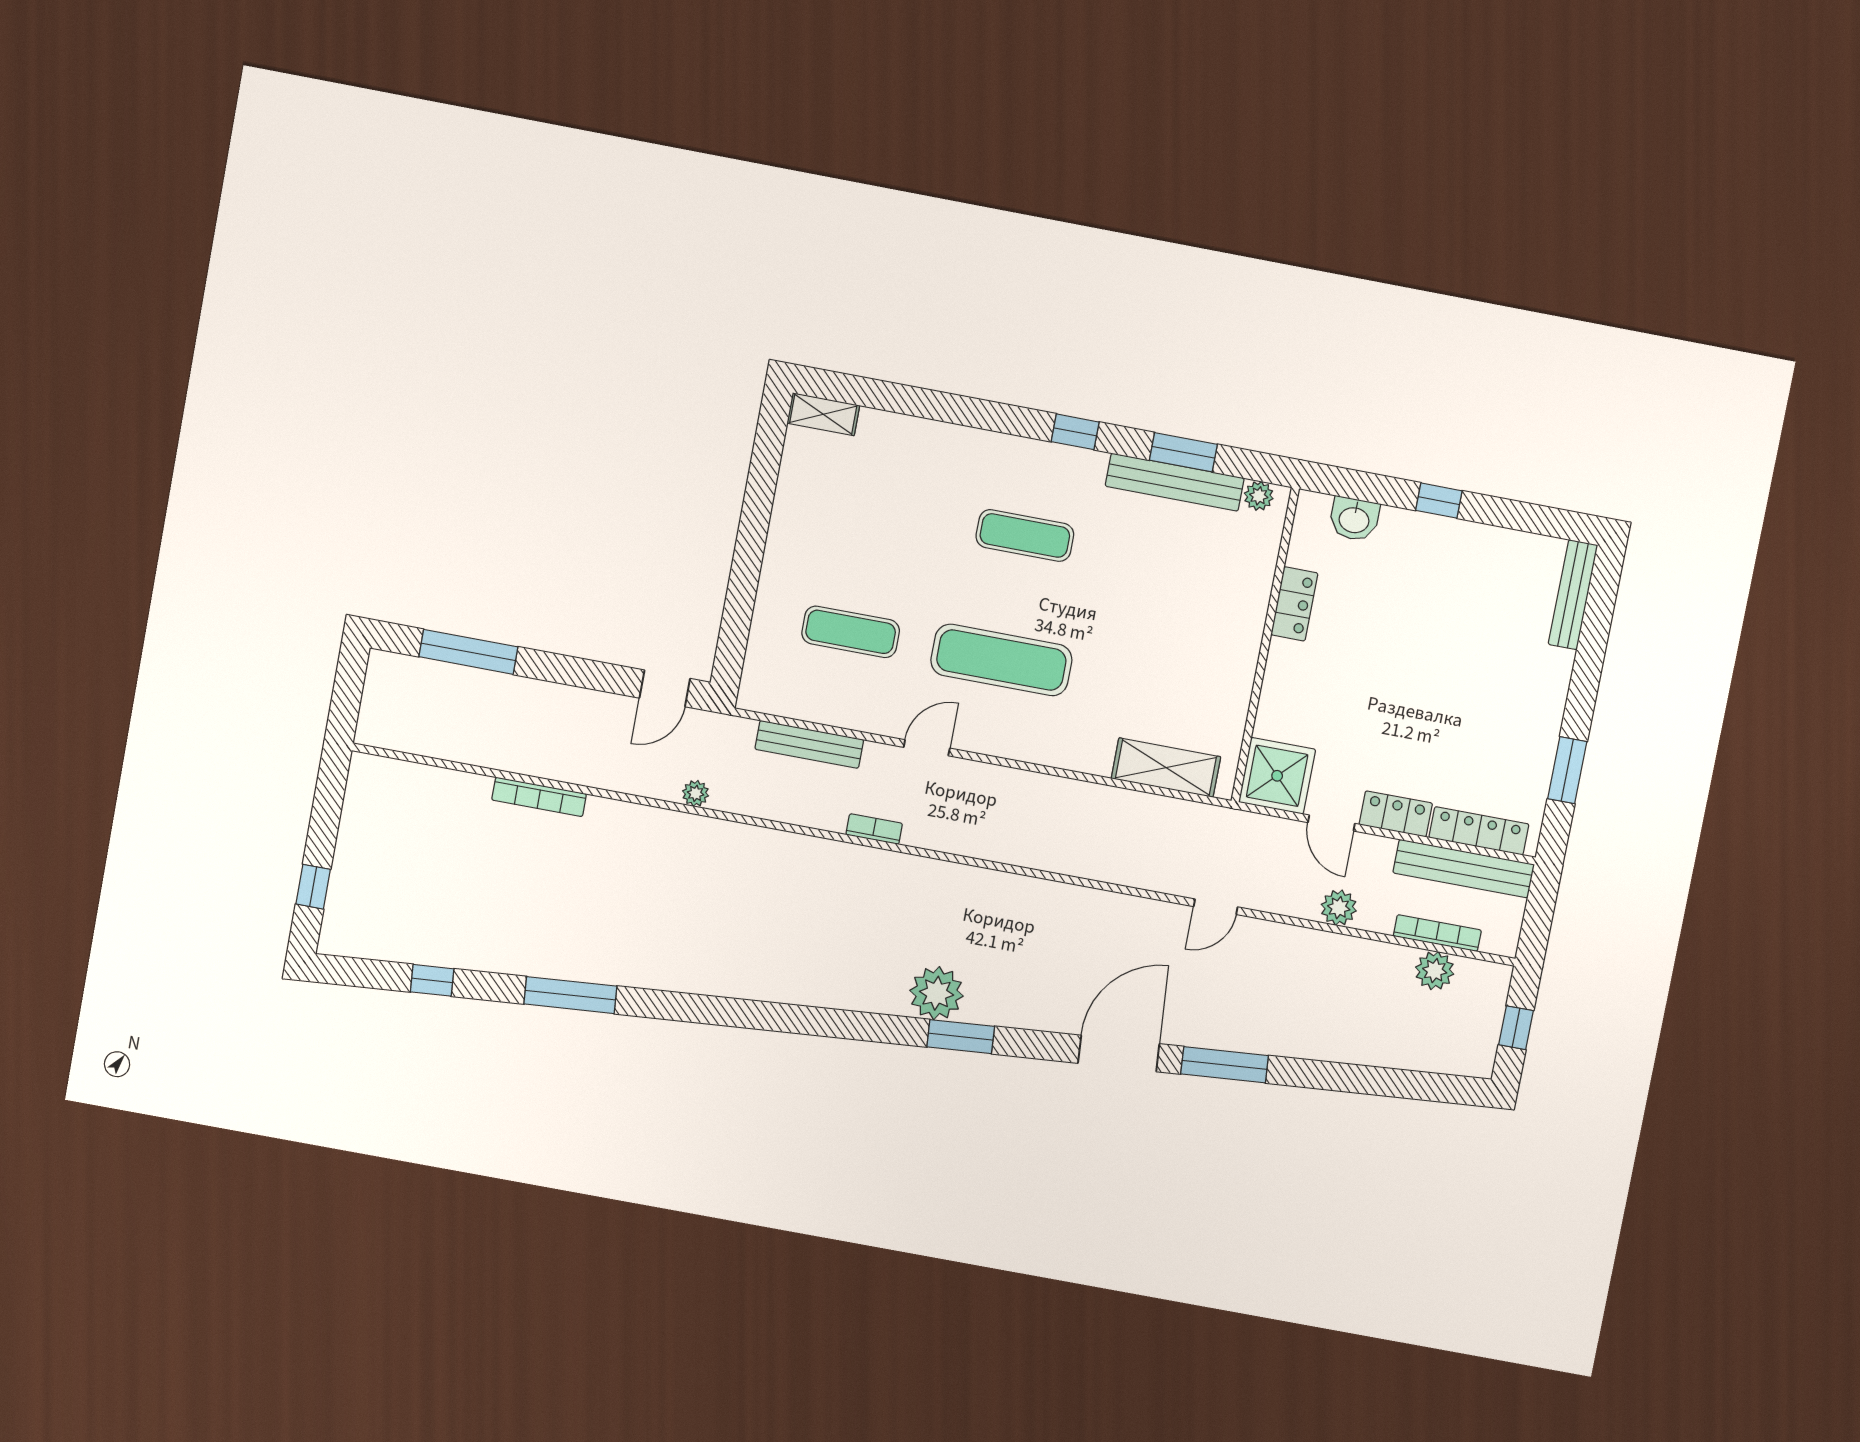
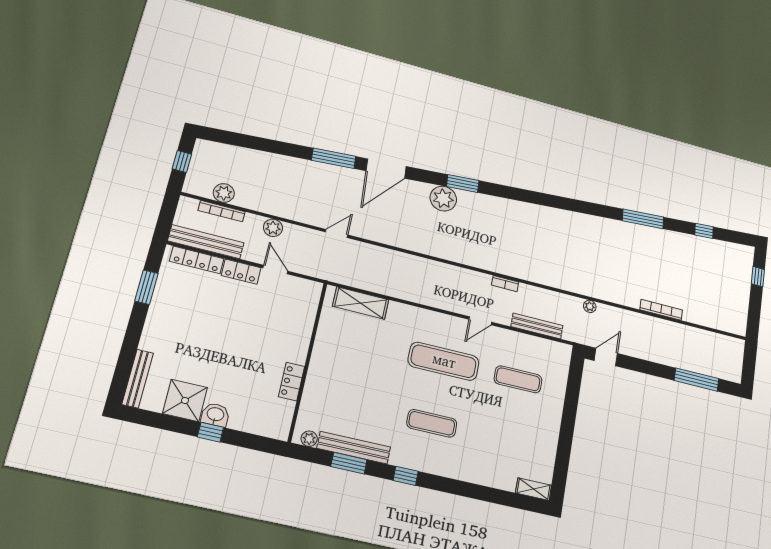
washbasin: (1354, 519) -> (215, 415), moved
shower: (1277, 776) -> (185, 400), moved
plant: (937, 993) -> (443, 199), moved

